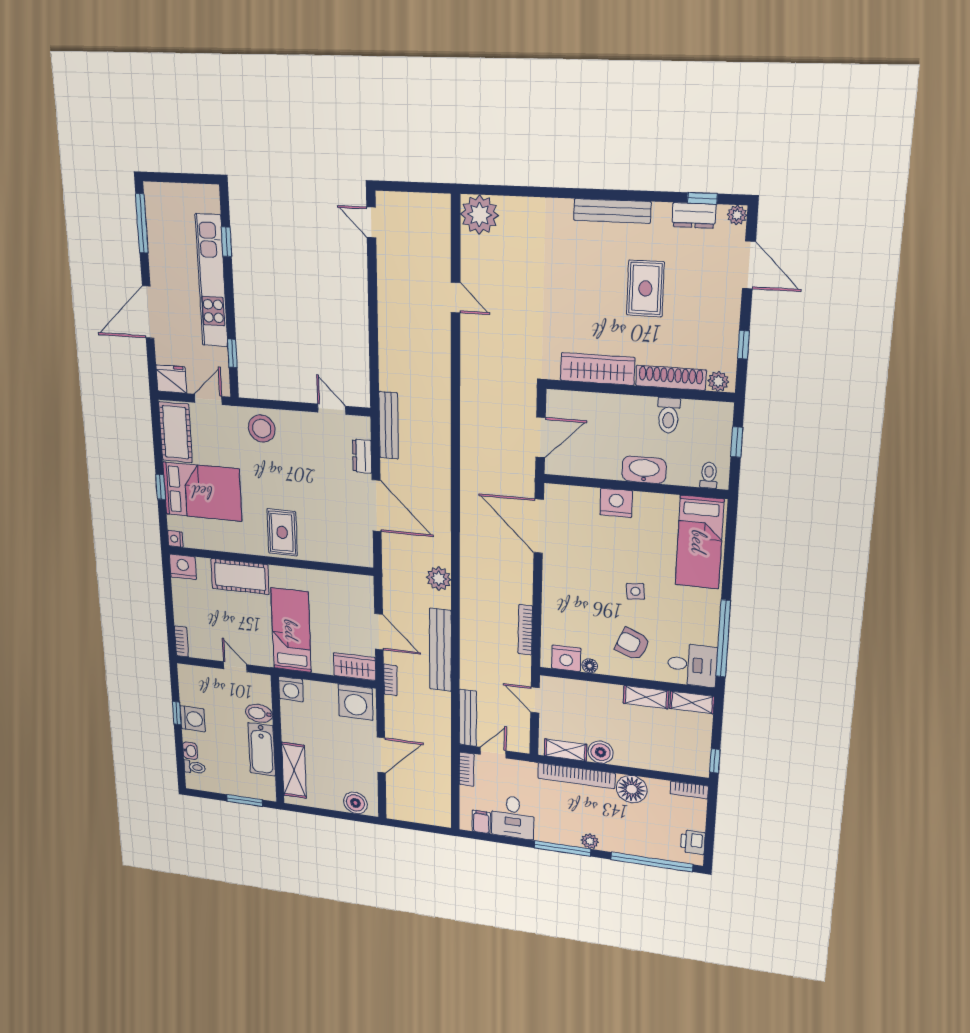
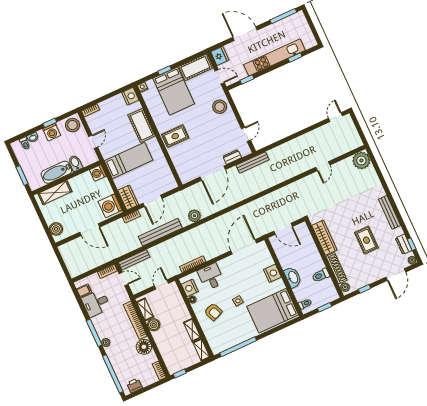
rug: (645, 288) -> (366, 240), turned 90
bed: (699, 542) -> (273, 311), width x1.50
armchair: (632, 644) -> (213, 312), turned 136
desk: (692, 665) -> (211, 277), moved, turned 180
stool: (194, 682) -> (72, 125), added

